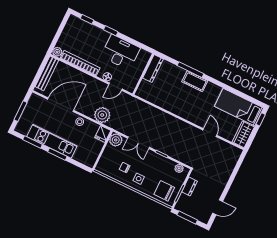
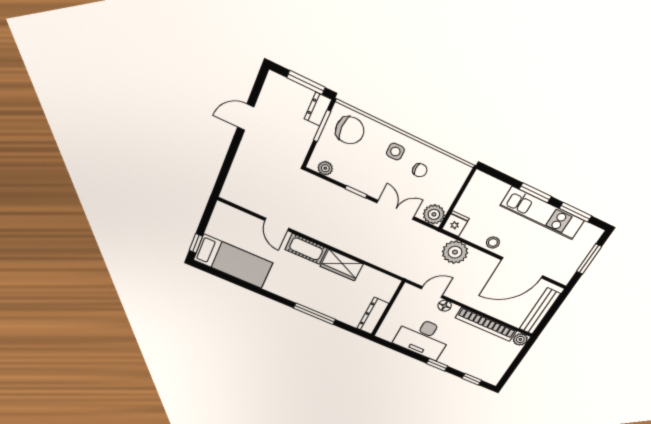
cot: (195, 81) -> (306, 249), moved
wardrobe: (243, 134) -> (342, 265), moved, turned 90
dresser: (190, 186) -> (318, 109), moved
door: (218, 207) -> (246, 117), moved

